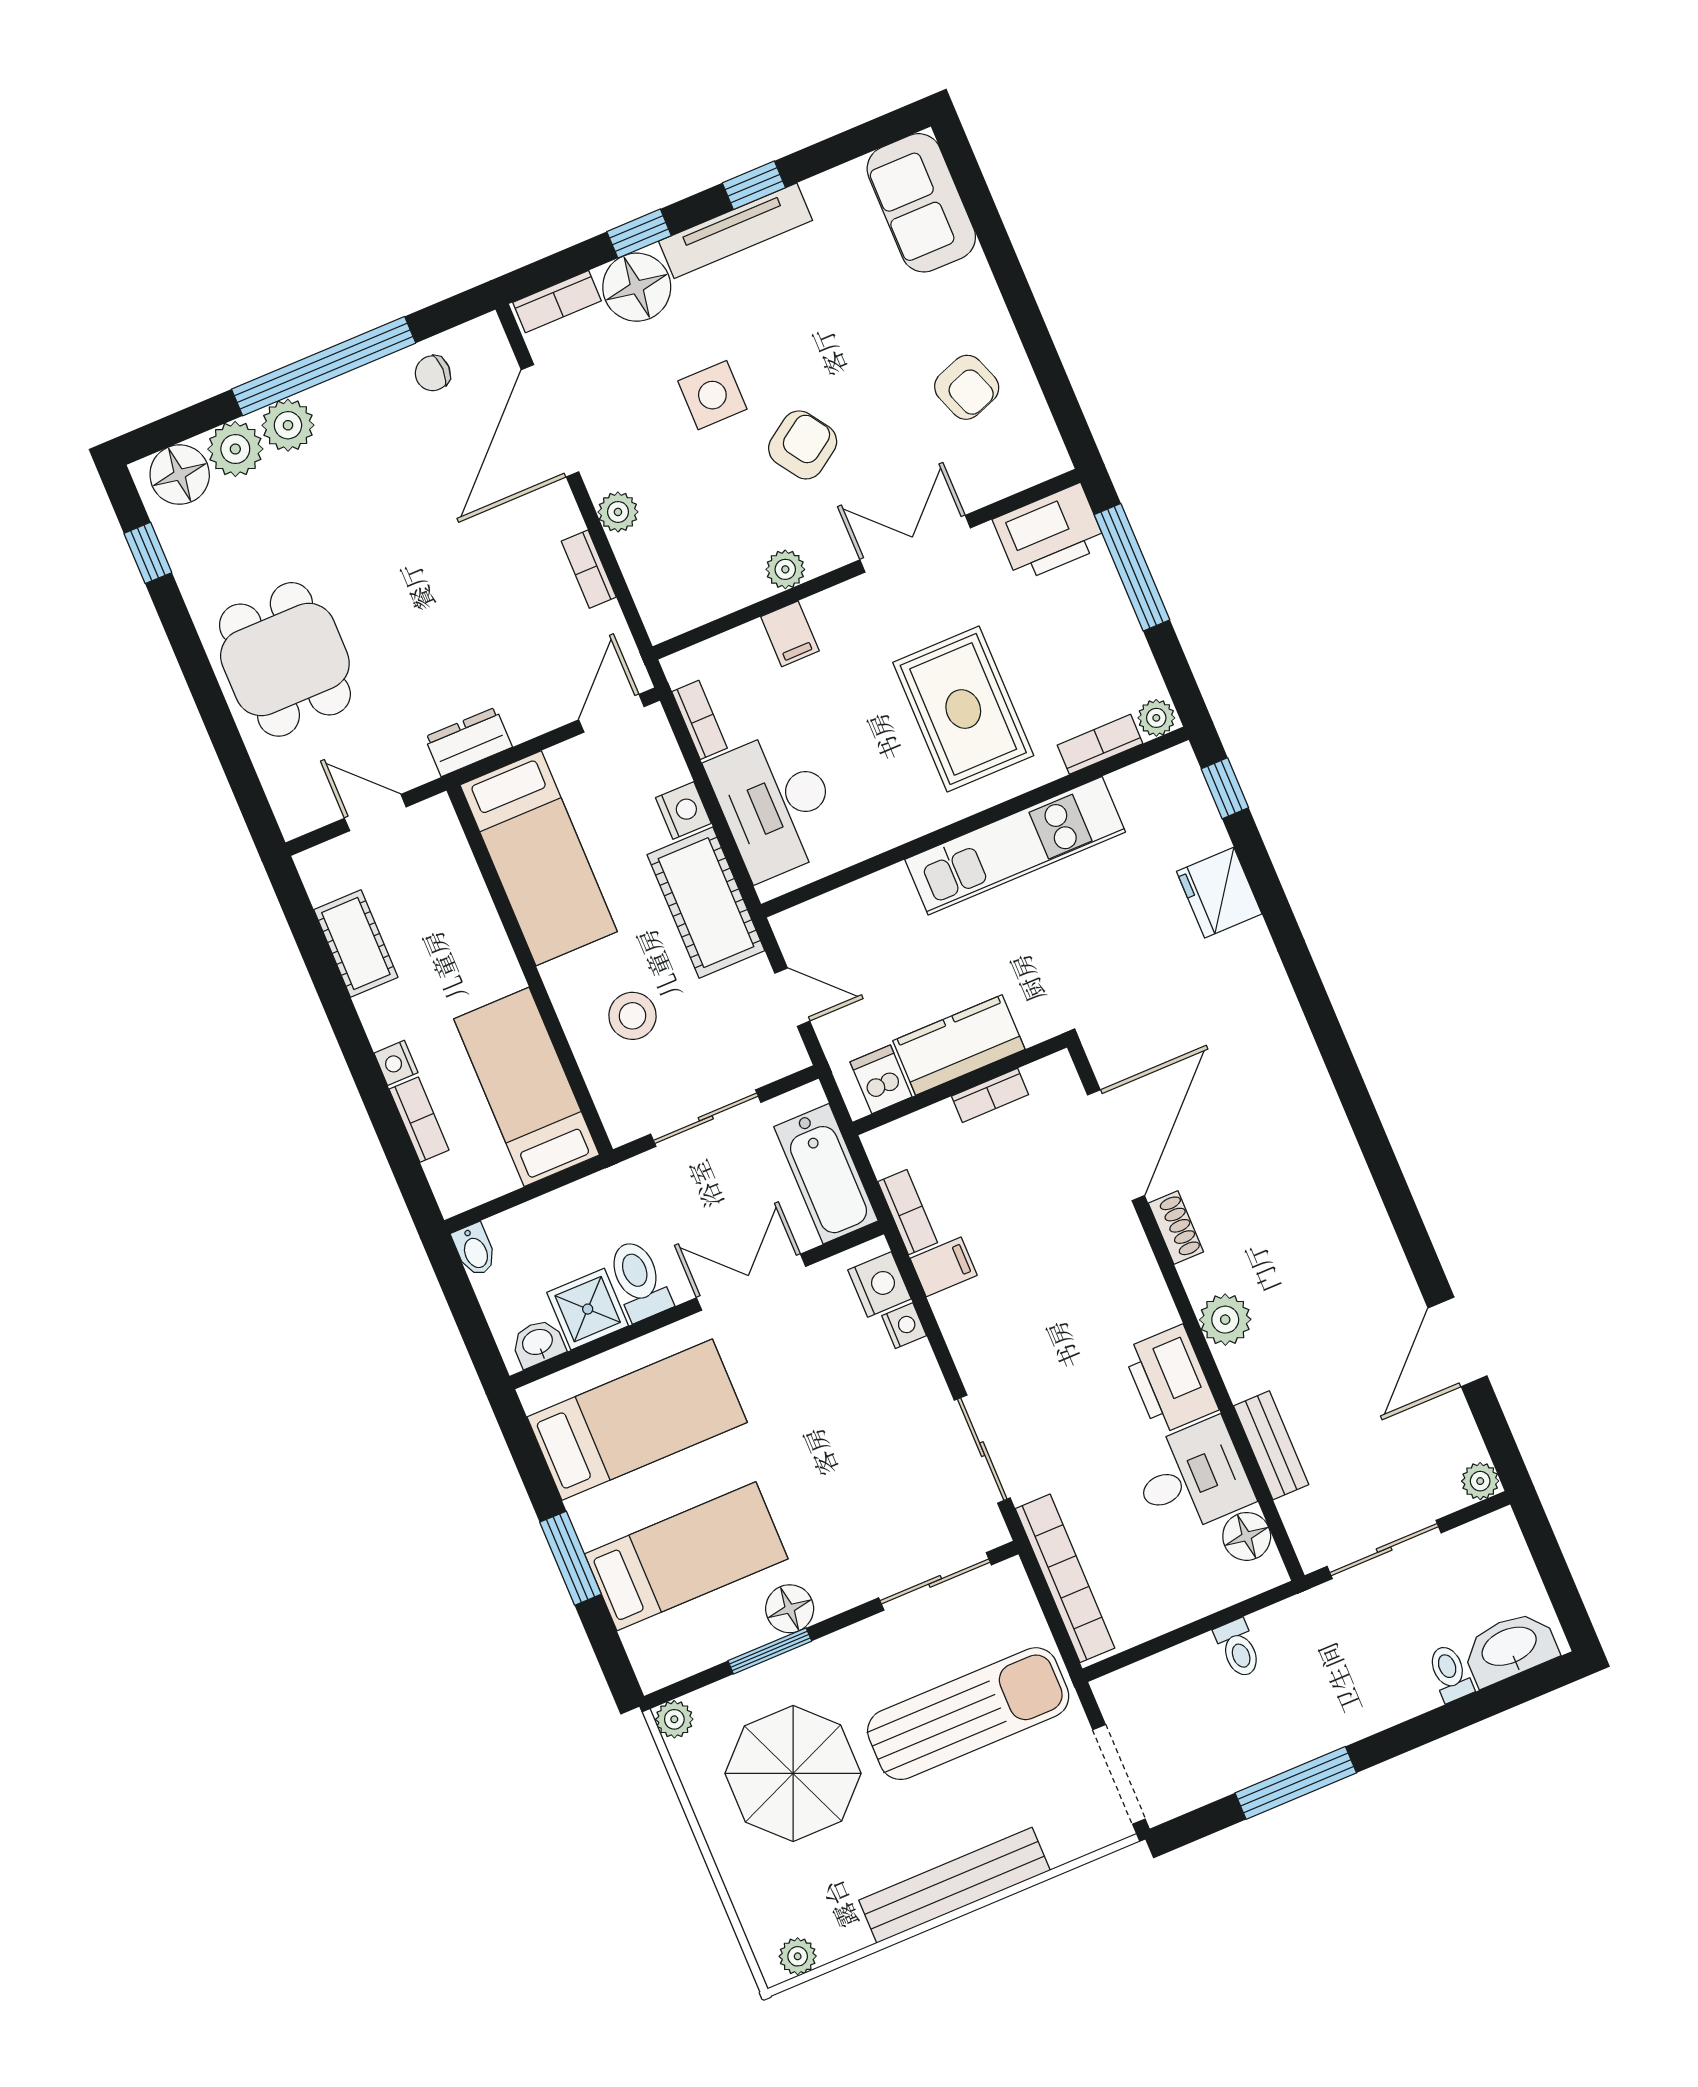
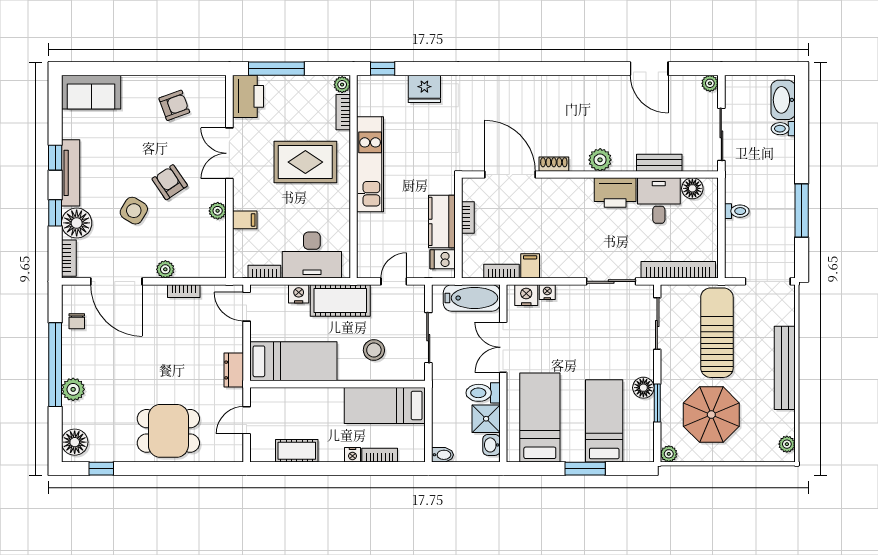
side table: (712, 395) -> (134, 211), turned 31
plant: (235, 449) -> (74, 415), removed

